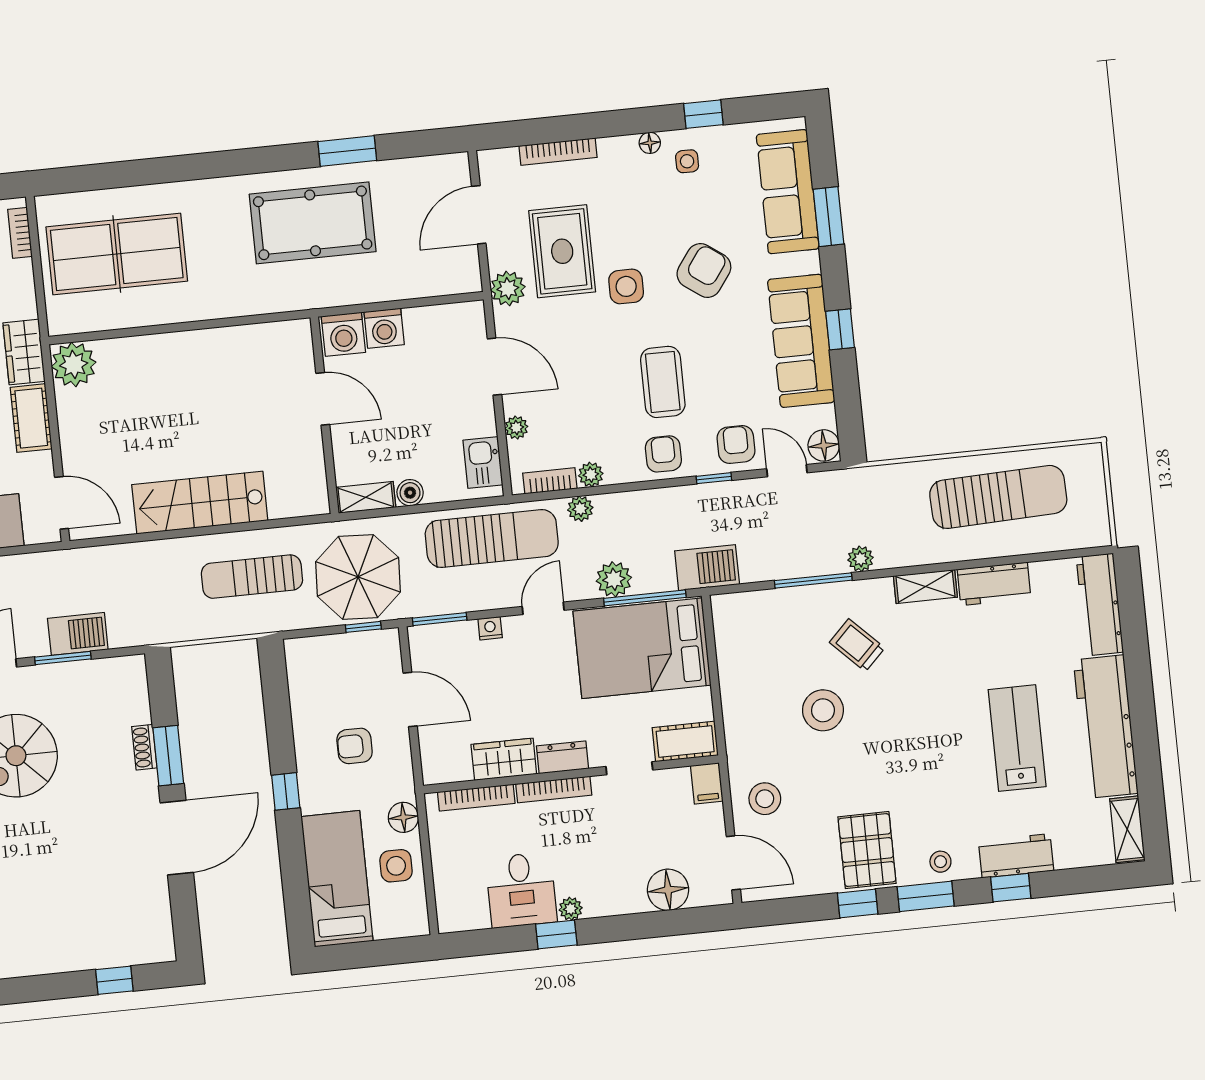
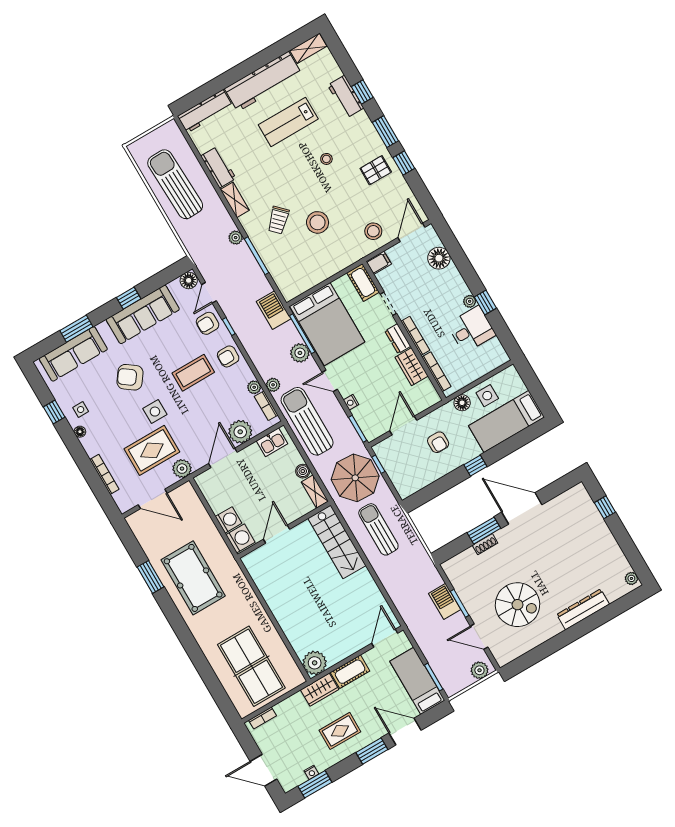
plant: (516, 428) -> (240, 432), width x1.87, depth x1.87
stairs: (200, 503) -> (337, 542), moved
sun lounger: (252, 577) -> (378, 529), turned 180
pallet: (867, 850) -> (376, 170), width x0.67, depth x0.71
stool: (940, 862) -> (326, 159), moved

